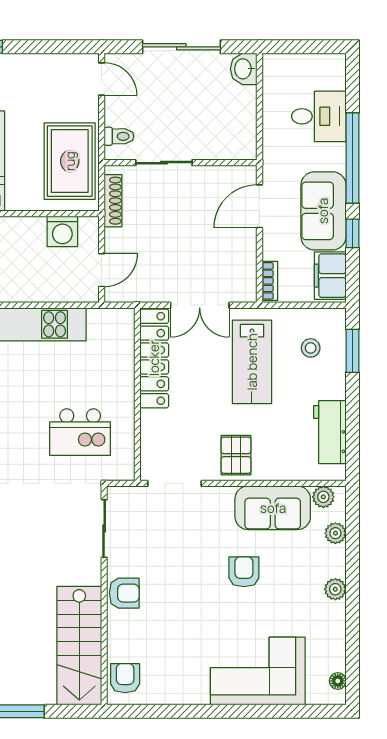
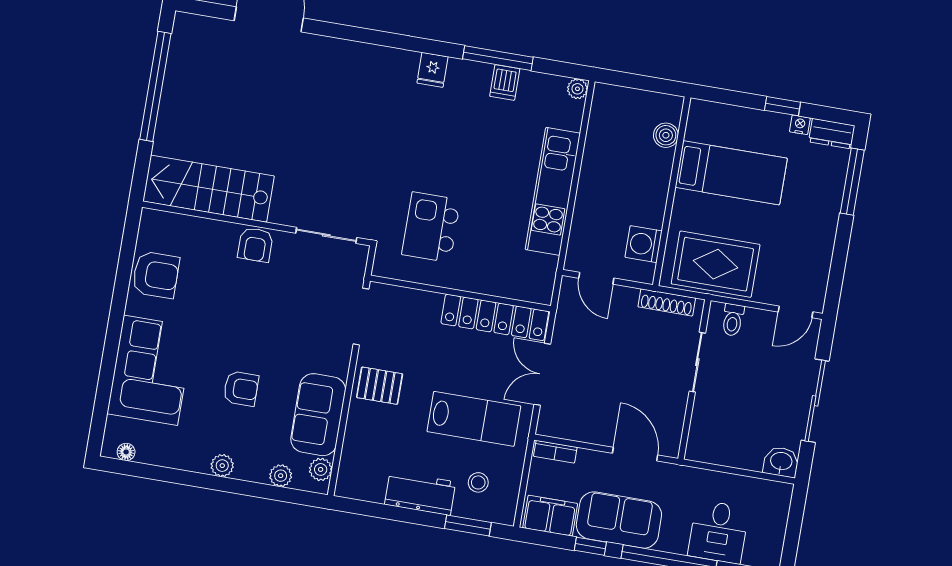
lab bench: (252, 362) -> (474, 419), turned 180
workbench: (330, 432) -> (420, 493), moved
armchair: (244, 572) -> (241, 389), moved
armchair: (125, 678) -> (156, 275), moved, width x1.38, depth x1.38

